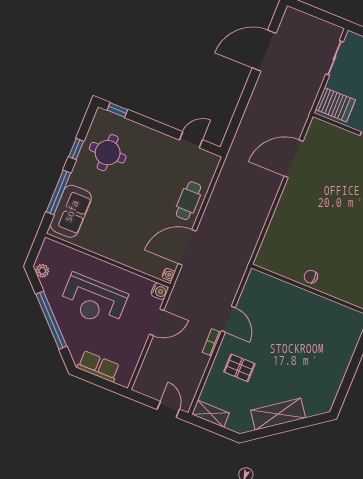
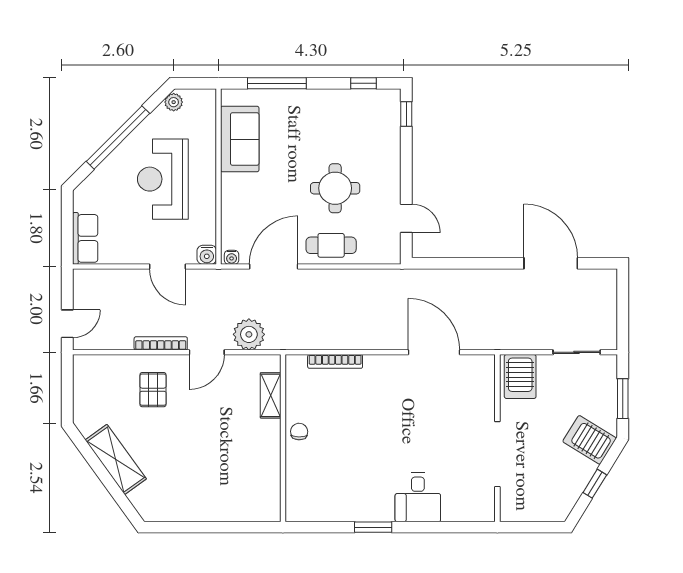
window: (76, 149) -> (363, 83), moved
round table: (108, 153) -> (335, 188), moved
sofa: (71, 211) -> (240, 139), moved, turned -90
bookcase: (272, 231) -> (335, 361), added
door: (187, 247) -> (274, 267), hinge flipped
plant: (228, 284) -> (249, 334), added
bookcase: (212, 342) -> (161, 343), width x1.56
row of seats: (98, 366) -> (85, 238), moved
shelving: (210, 414) -> (271, 395), moved

